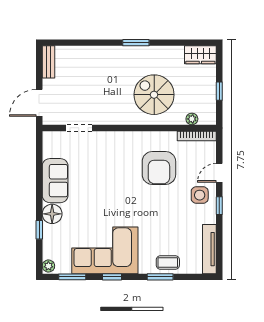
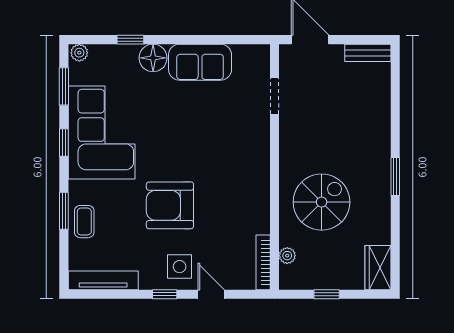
armchair: (159, 168) -> (170, 205), moved

